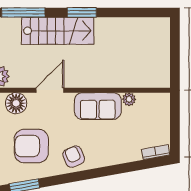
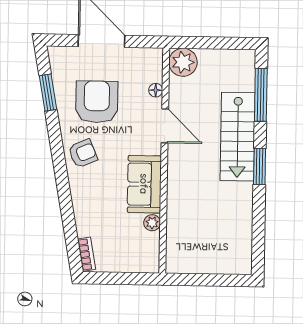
floor lamp: (16, 103) -> (156, 90), width x0.53, depth x0.53

